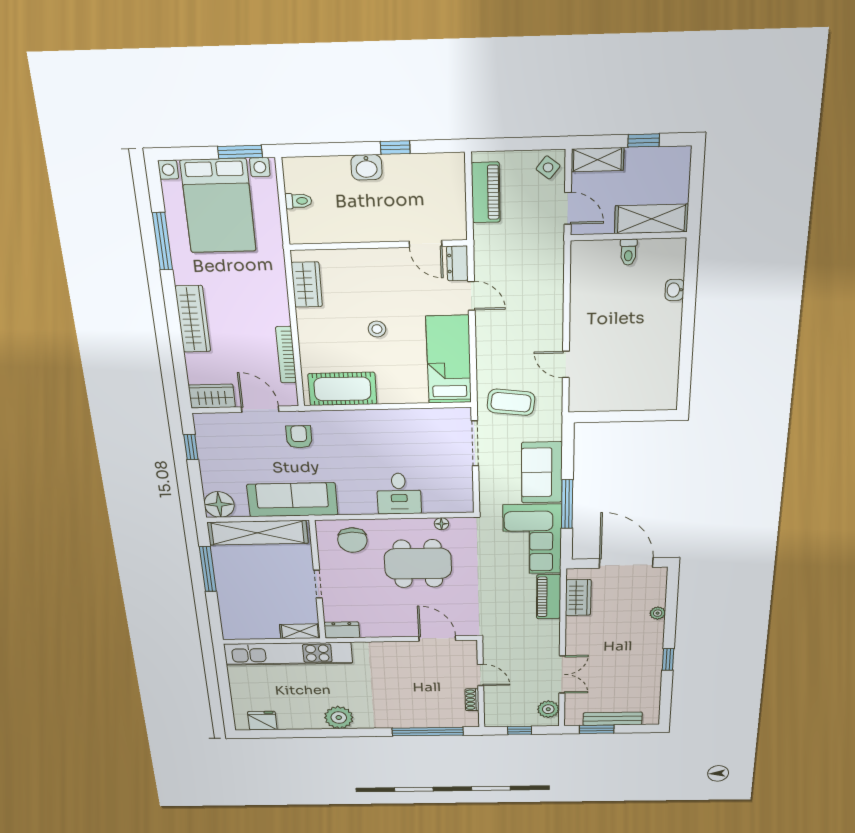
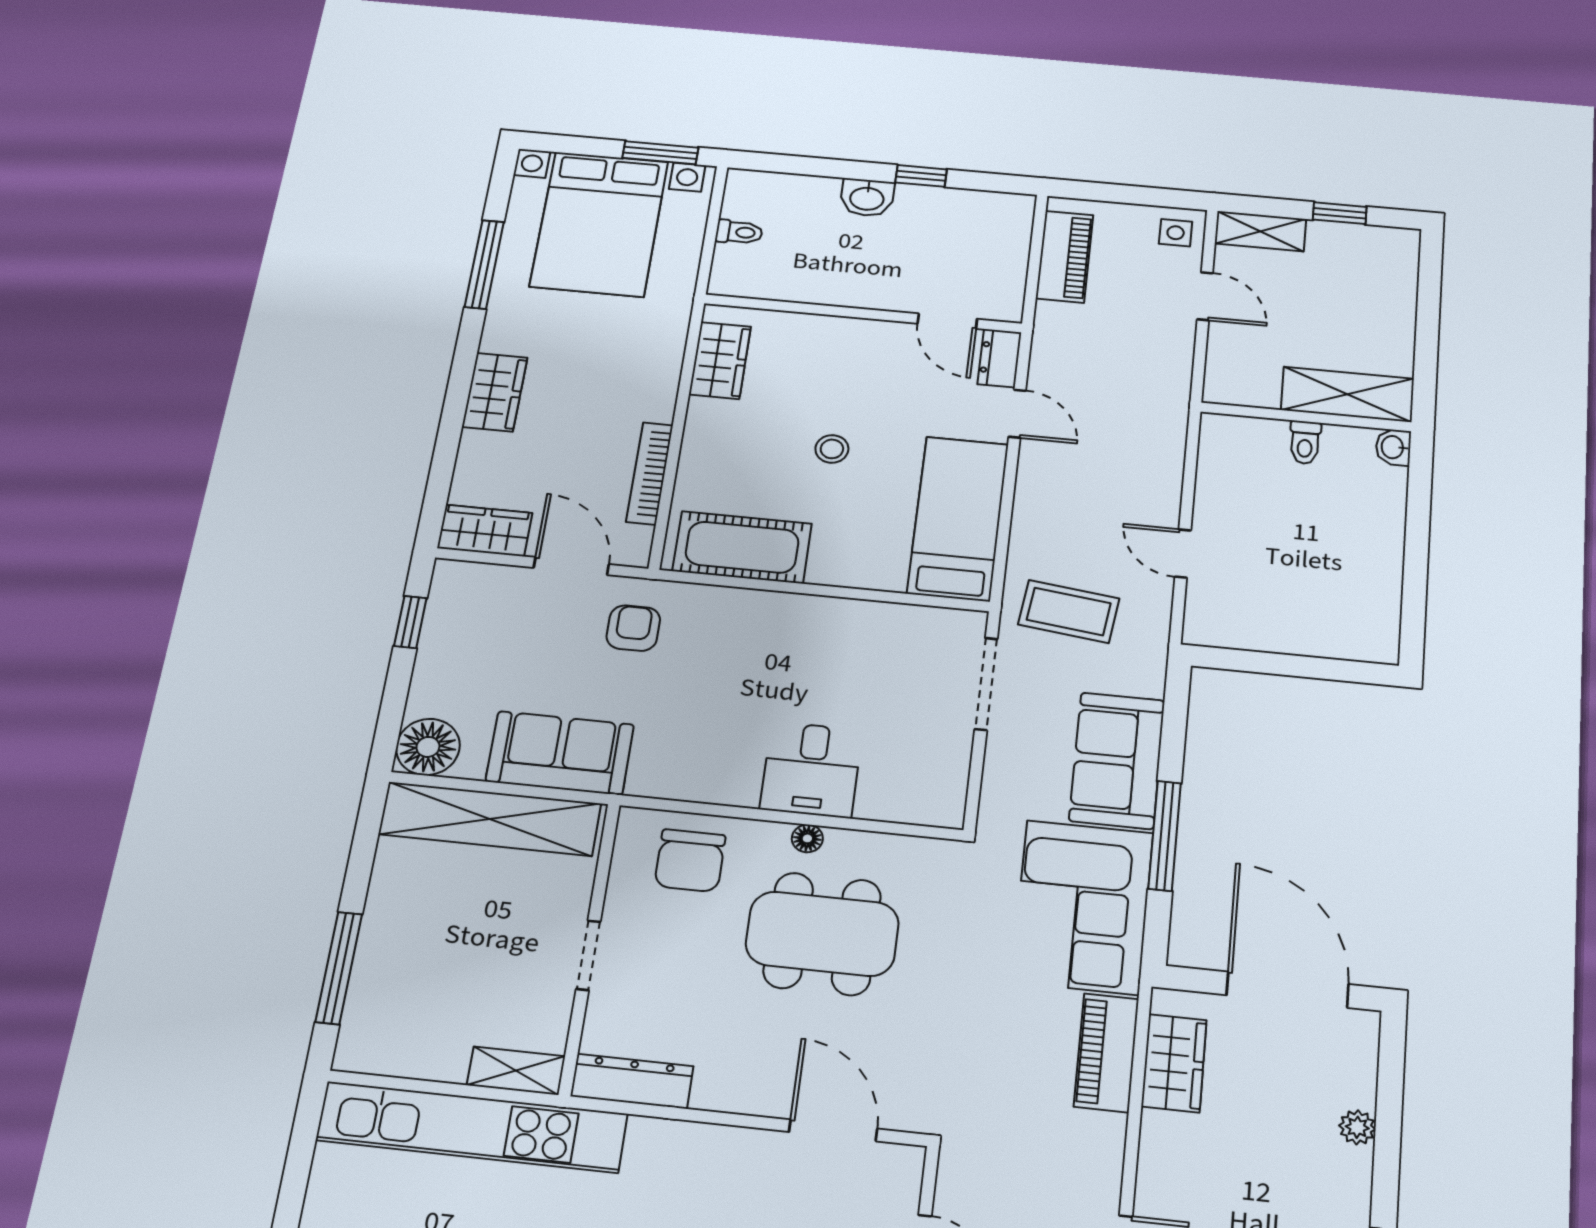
side table: (548, 167) -> (1176, 233), turned -38
shelving: (651, 219) -> (1347, 394), moved
wall: (629, 236) -> (1306, 417), moved
toilet: (628, 252) -> (1305, 442), moved
wardrobe: (193, 319) -> (495, 392), width x0.67
sofa: (292, 500) -> (560, 753), width x0.73
floor lamp: (441, 524) -> (807, 838), moved
window: (208, 569) -> (339, 968), moved
dresser: (342, 630) -> (632, 1081), width x1.44

